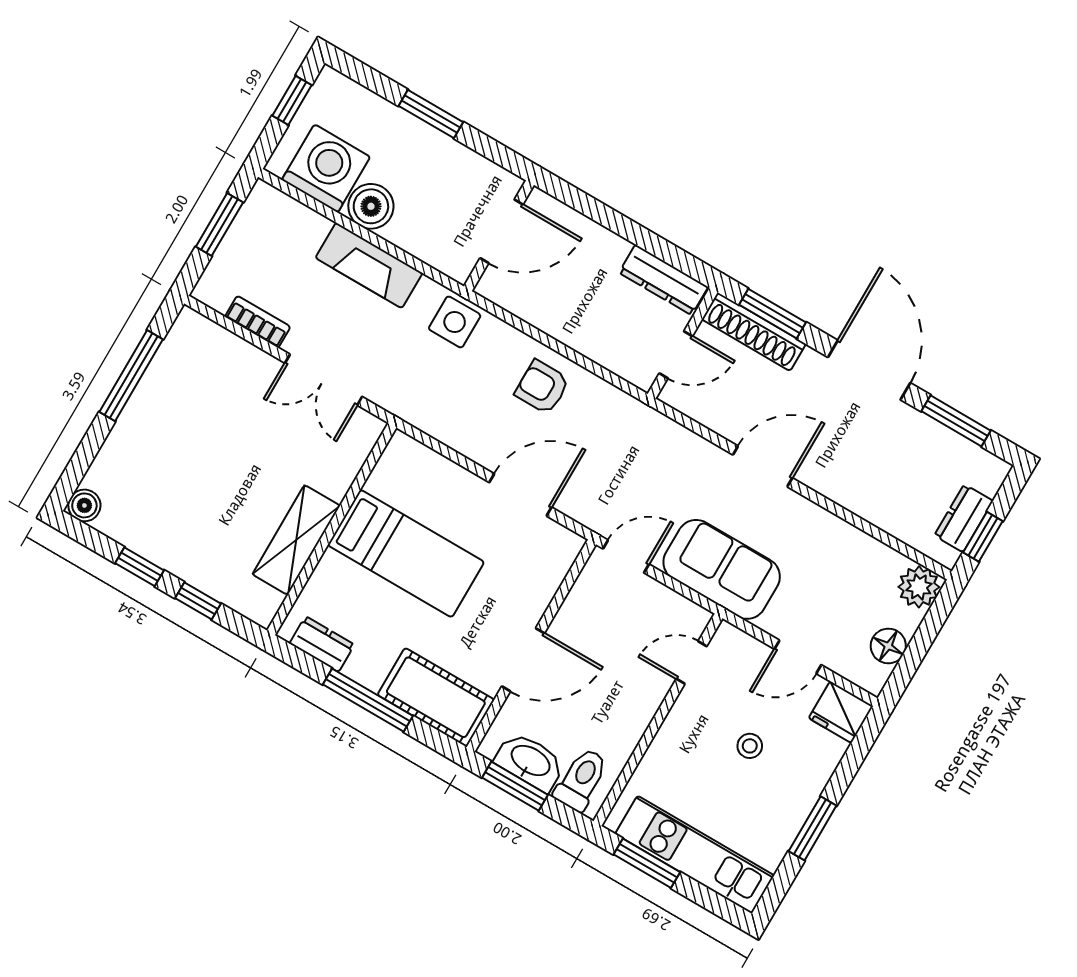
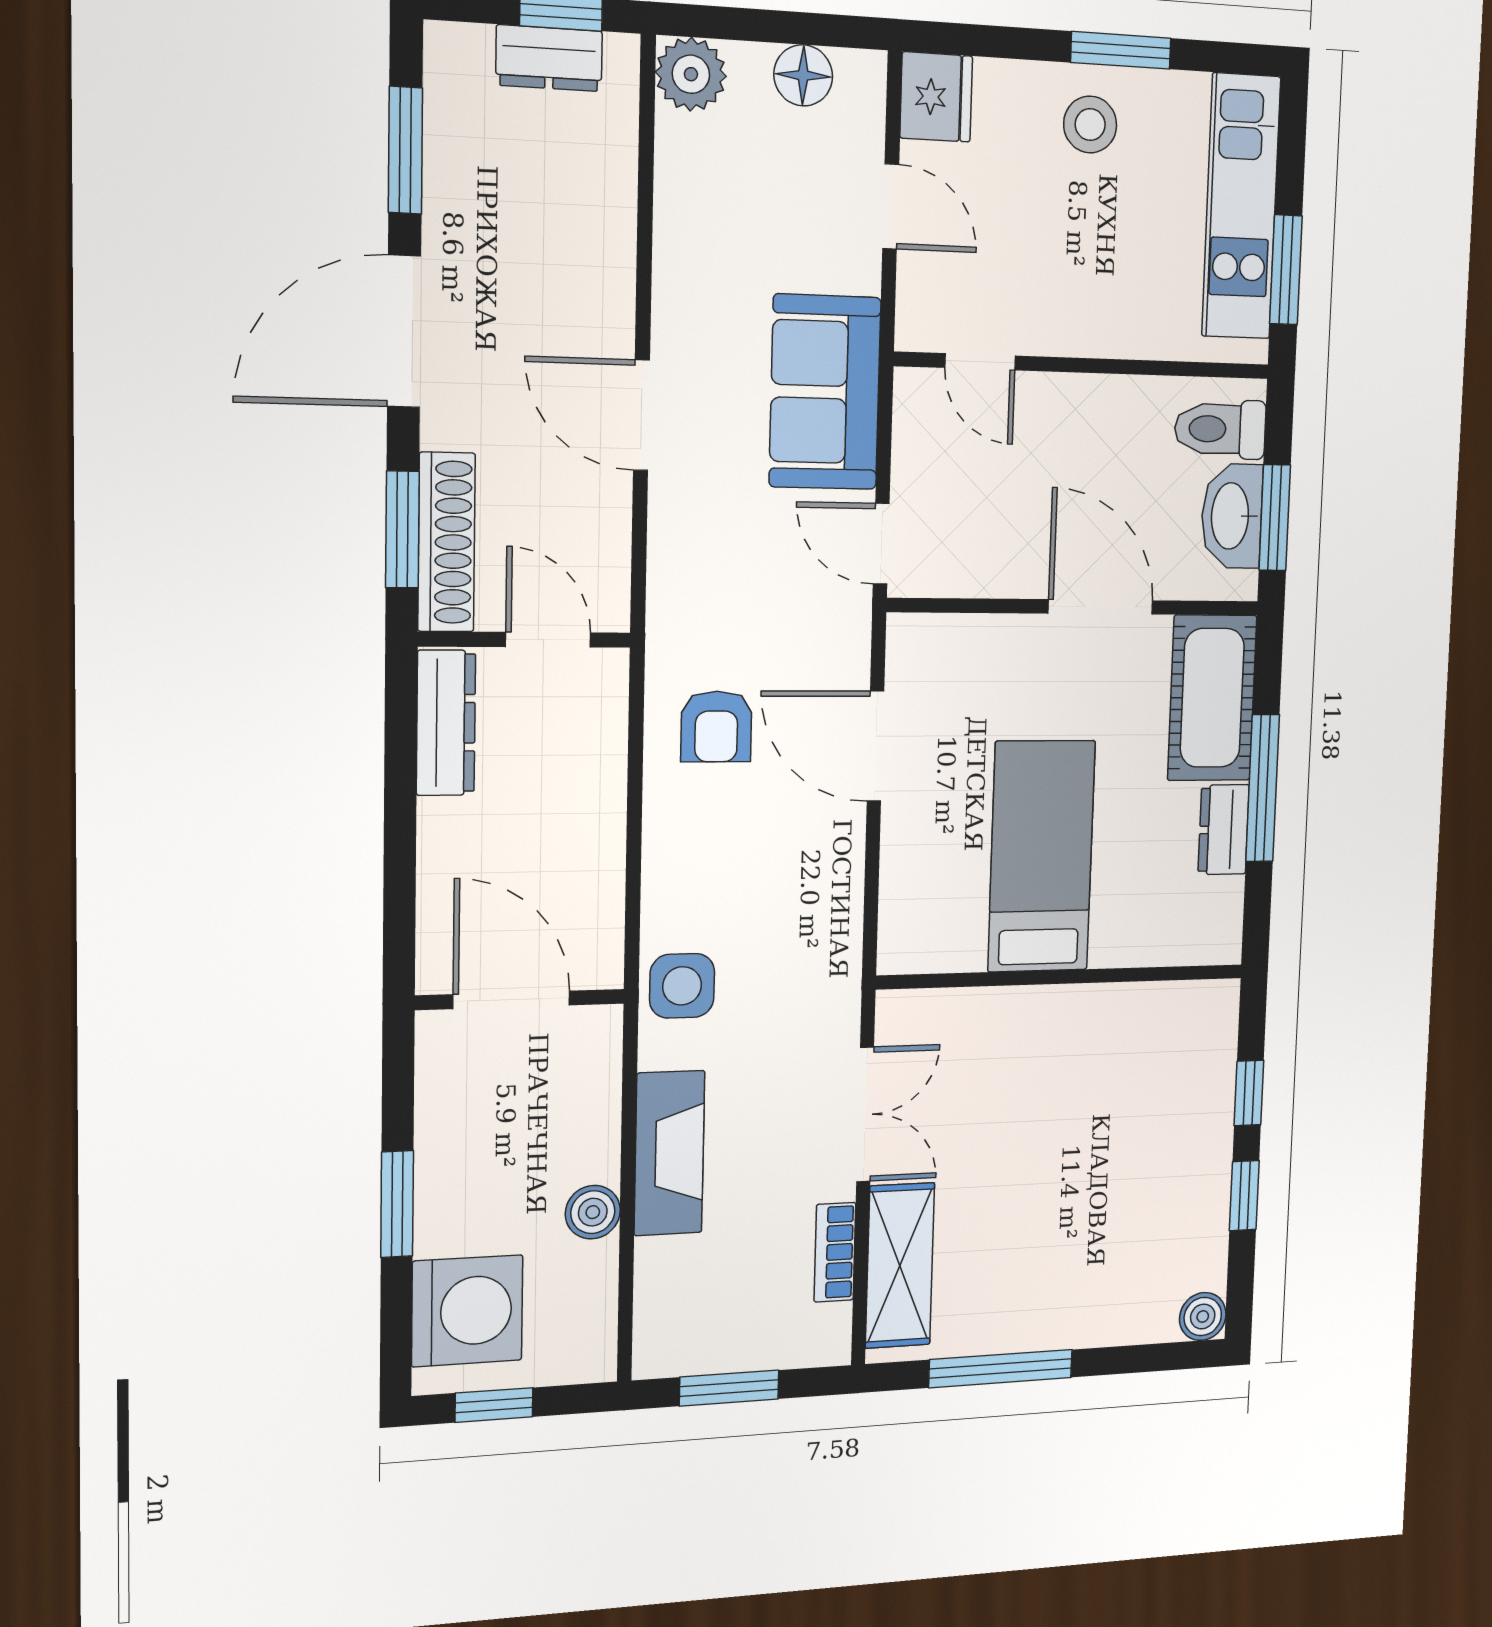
washing machine: (326, 168) -> (467, 1311), moved, turned 180
boiler: (371, 206) -> (593, 1212), width x0.73, depth x0.73
armchair: (542, 387) -> (716, 727), moved
shelving: (296, 540) -> (900, 1266), moved, turned 90
dresser: (322, 644) -> (1224, 830), moved
stool: (750, 746) -> (1090, 124), moved, width x1.37, depth x1.37

